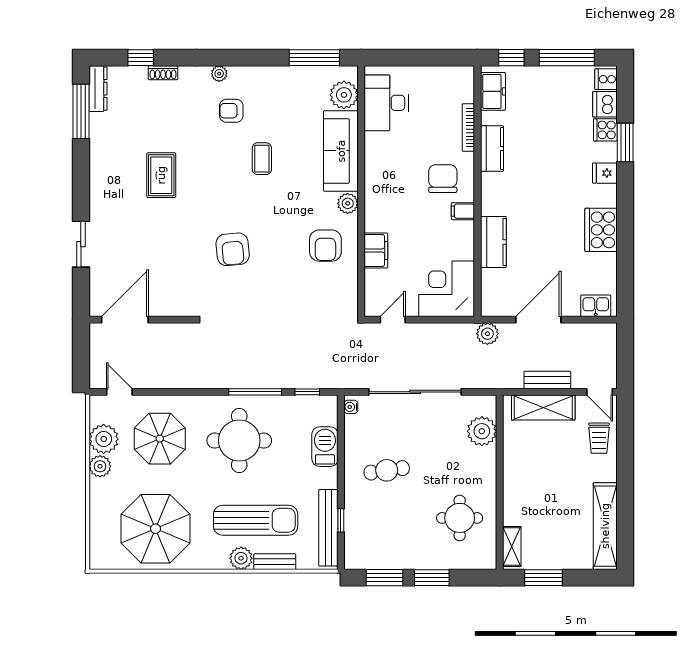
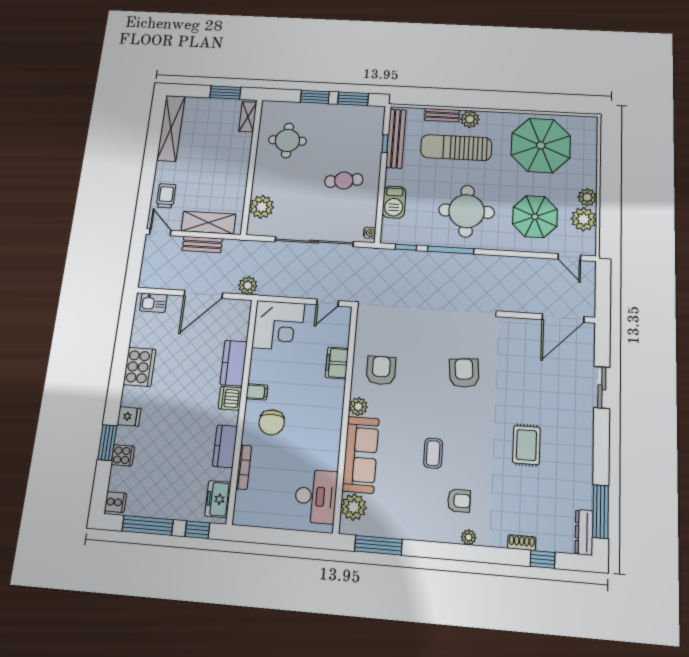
dishwasher: (605, 104) -> (230, 398), moved, turned 180

